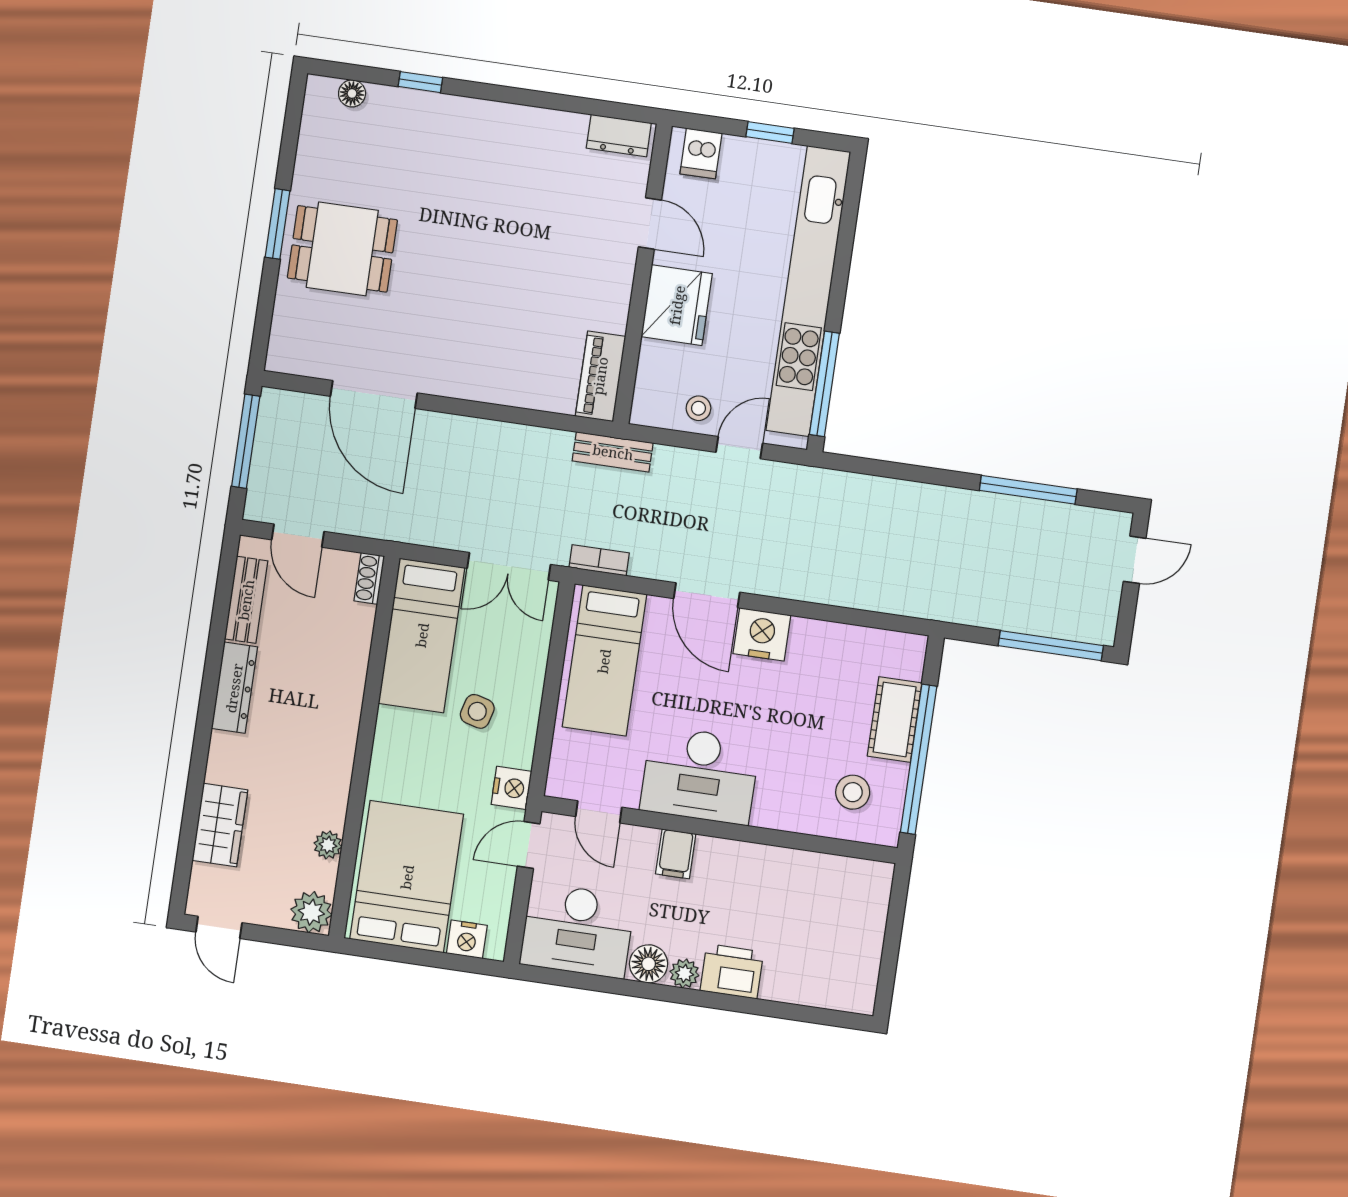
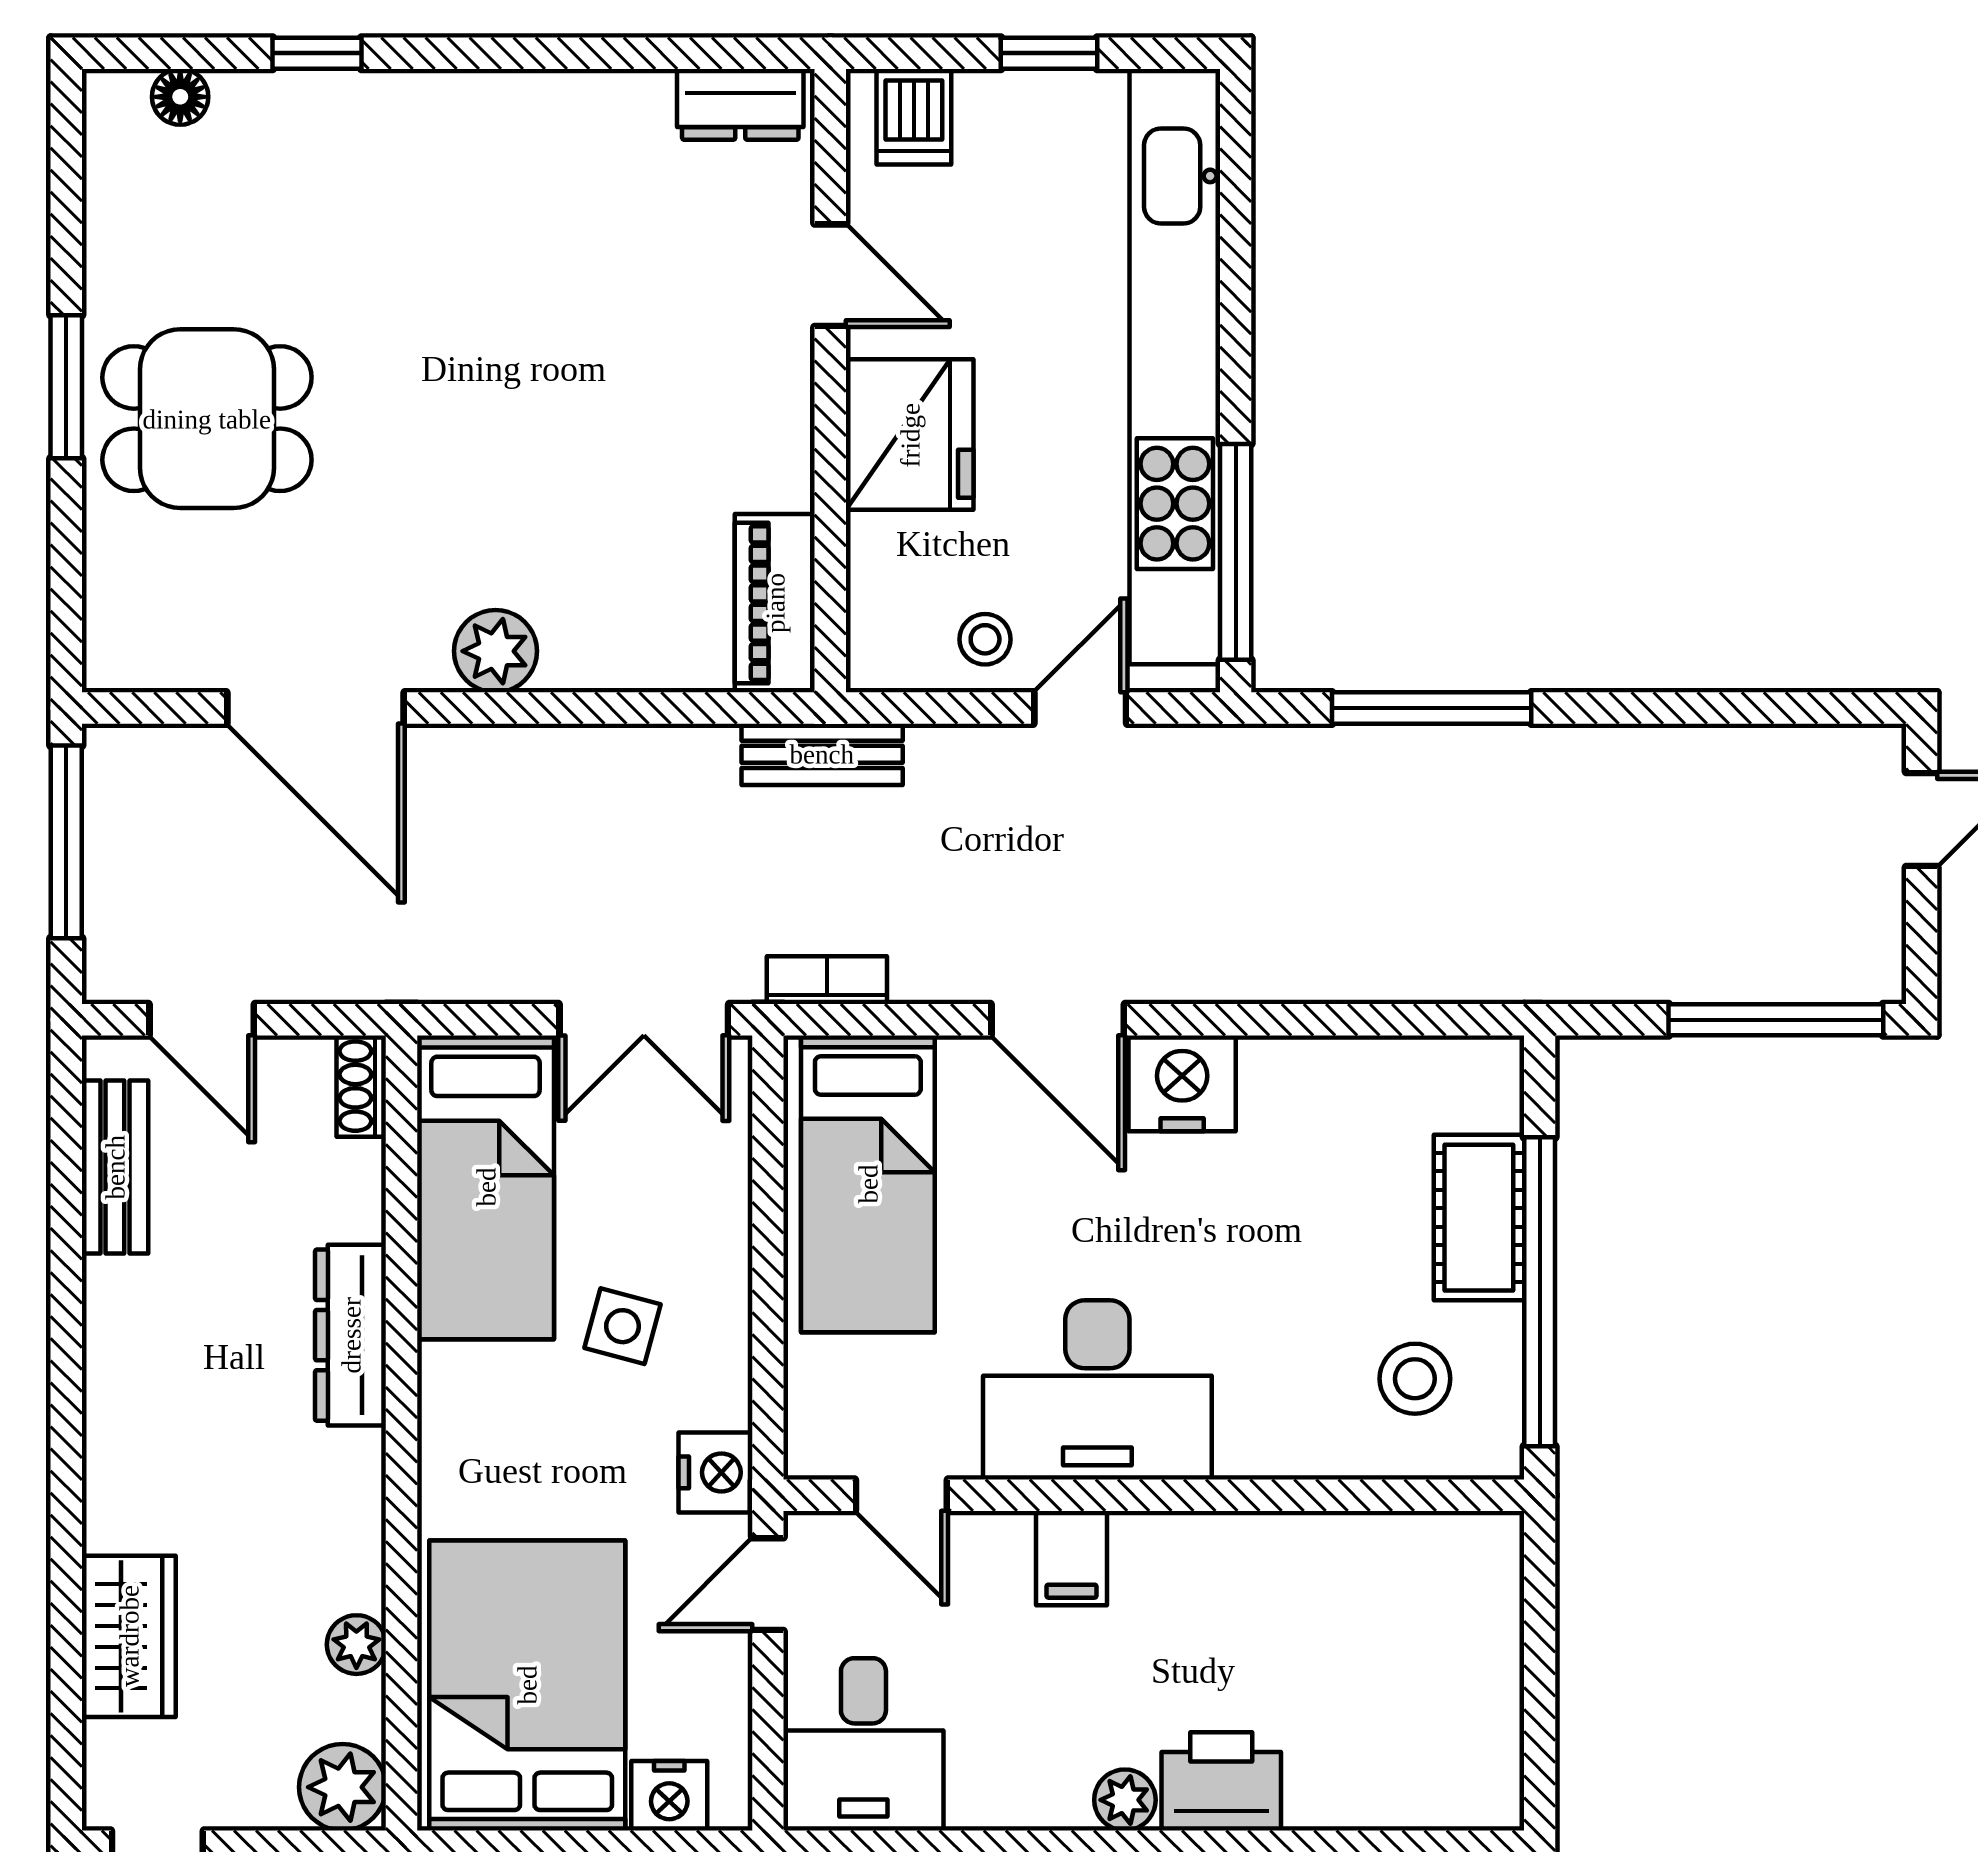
plant: (464, 380) -> (496, 651), added
window: (1028, 490) -> (1432, 708), moved
dresser: (234, 688) -> (351, 1335), moved, turned 180
desk: (577, 930) -> (863, 1744), width x0.73
floor lamp: (649, 964) -> (1049, 1791), removed

